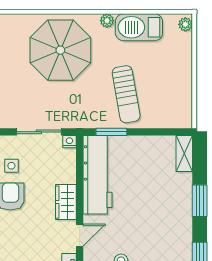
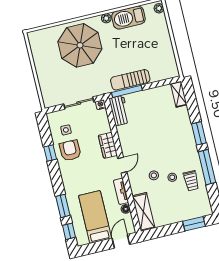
sun lounger: (126, 94) -> (130, 80), moved, turned 100
window: (111, 132) -> (127, 91), width x1.44
workbench: (98, 175) -> (119, 111), width x0.53, depth x0.76
window: (200, 201) -> (199, 133), moved

